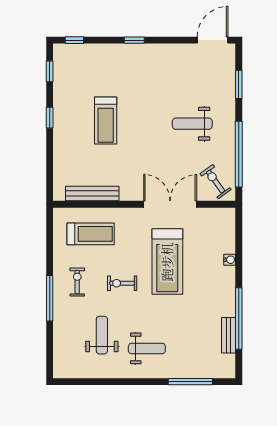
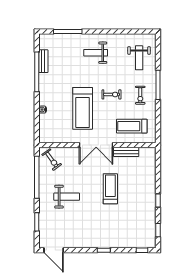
door: (213, 40) -> (54, 250), hinge flipped
treadmill: (106, 120) -> (110, 189), moved
bench: (92, 193) -> (126, 152), width x0.73
double door: (170, 204) -> (96, 145), moved
treadmill: (167, 262) -> (83, 108), turned 180
weight bench: (102, 335) -> (139, 58), moved

